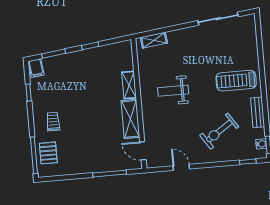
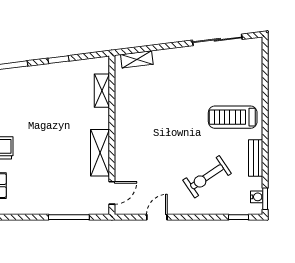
shelving: (129, 85) -> (102, 91), moved
weight bench: (173, 91) -> (155, 123), removed
door: (143, 151) -> (112, 193), swing flipped
door: (181, 167) -> (157, 217), hinge flipped

